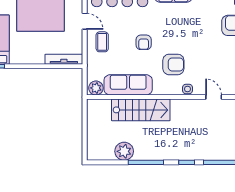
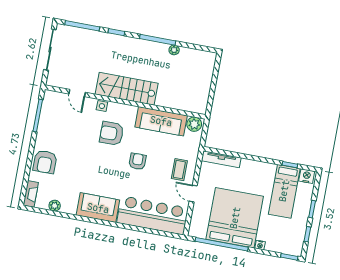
stairs: (141, 110) -> (127, 89), moved
plant: (124, 151) -> (174, 50), width x0.53, depth x0.53

